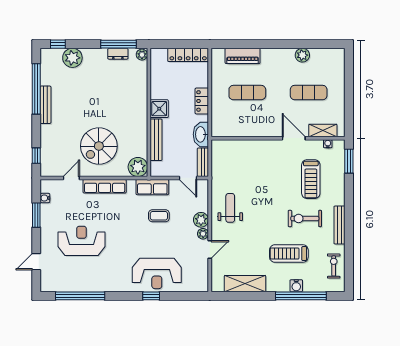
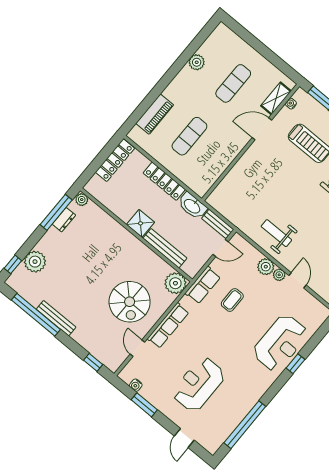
locker: (202, 101) -> (164, 181), width x1.53

